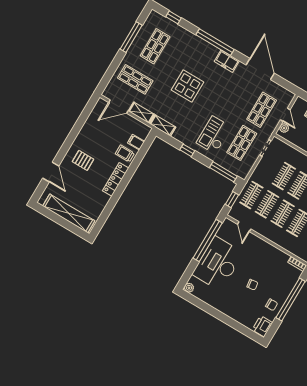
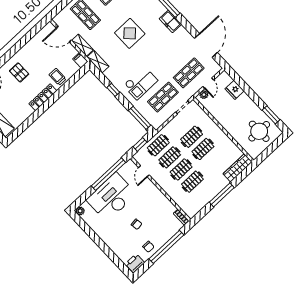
door: (260, 69) -> (206, 45), moved
checkout: (214, 135) -> (140, 83), turned 180
filing cabinet: (136, 142) -> (80, 60), moved

